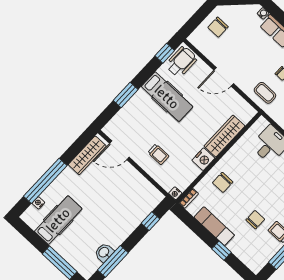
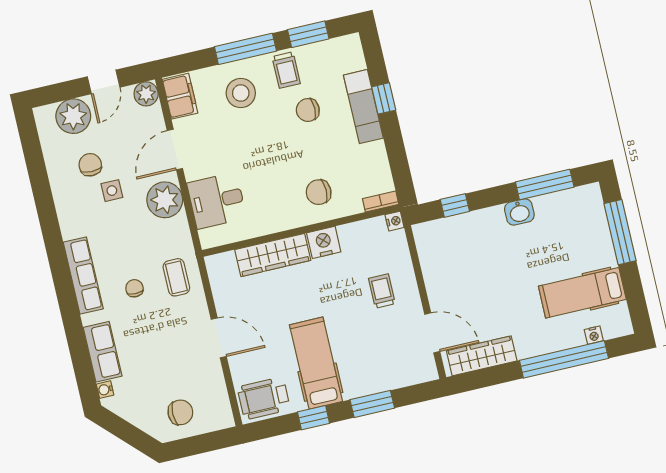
window: (165, 53) -> (314, 418), moved
chair: (223, 182) -> (319, 192), turned 180
exam couch: (214, 226) -> (363, 107), moved
washbasin: (104, 252) -> (519, 212), moved

